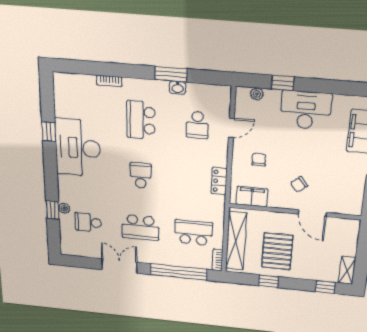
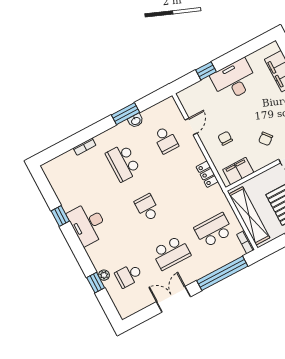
plant: (257, 94) -> (193, 90), removed
desk: (78, 148) -> (88, 224), width x0.73, depth x0.77

